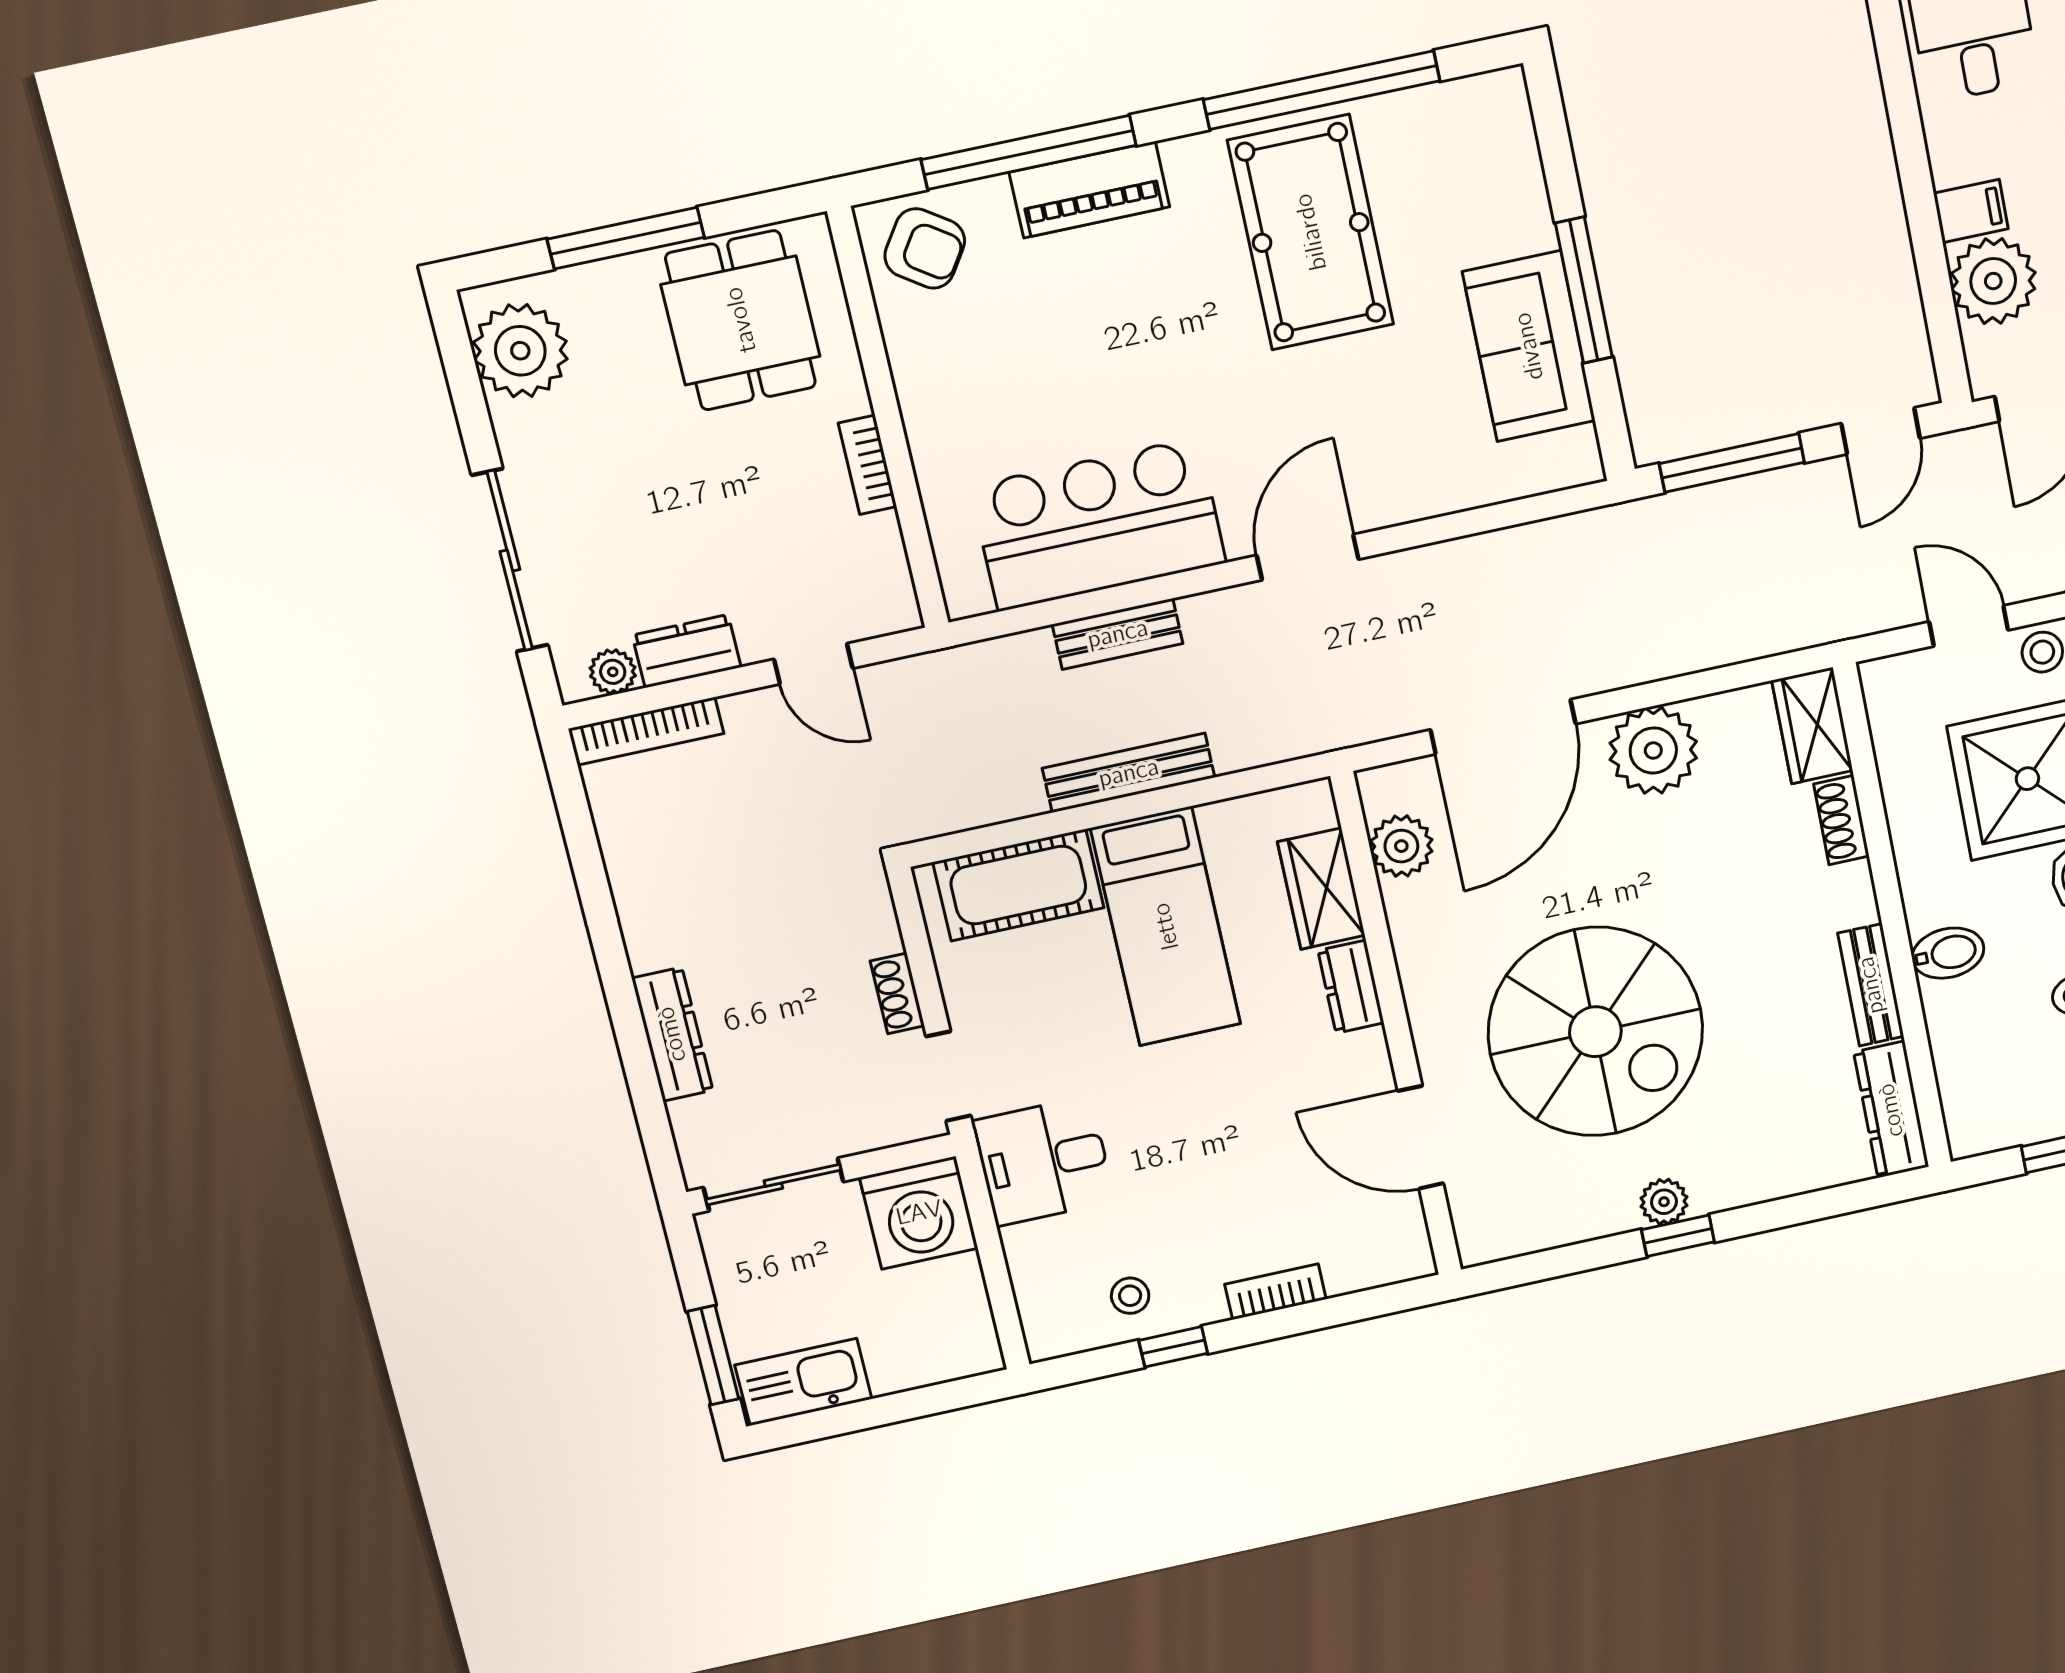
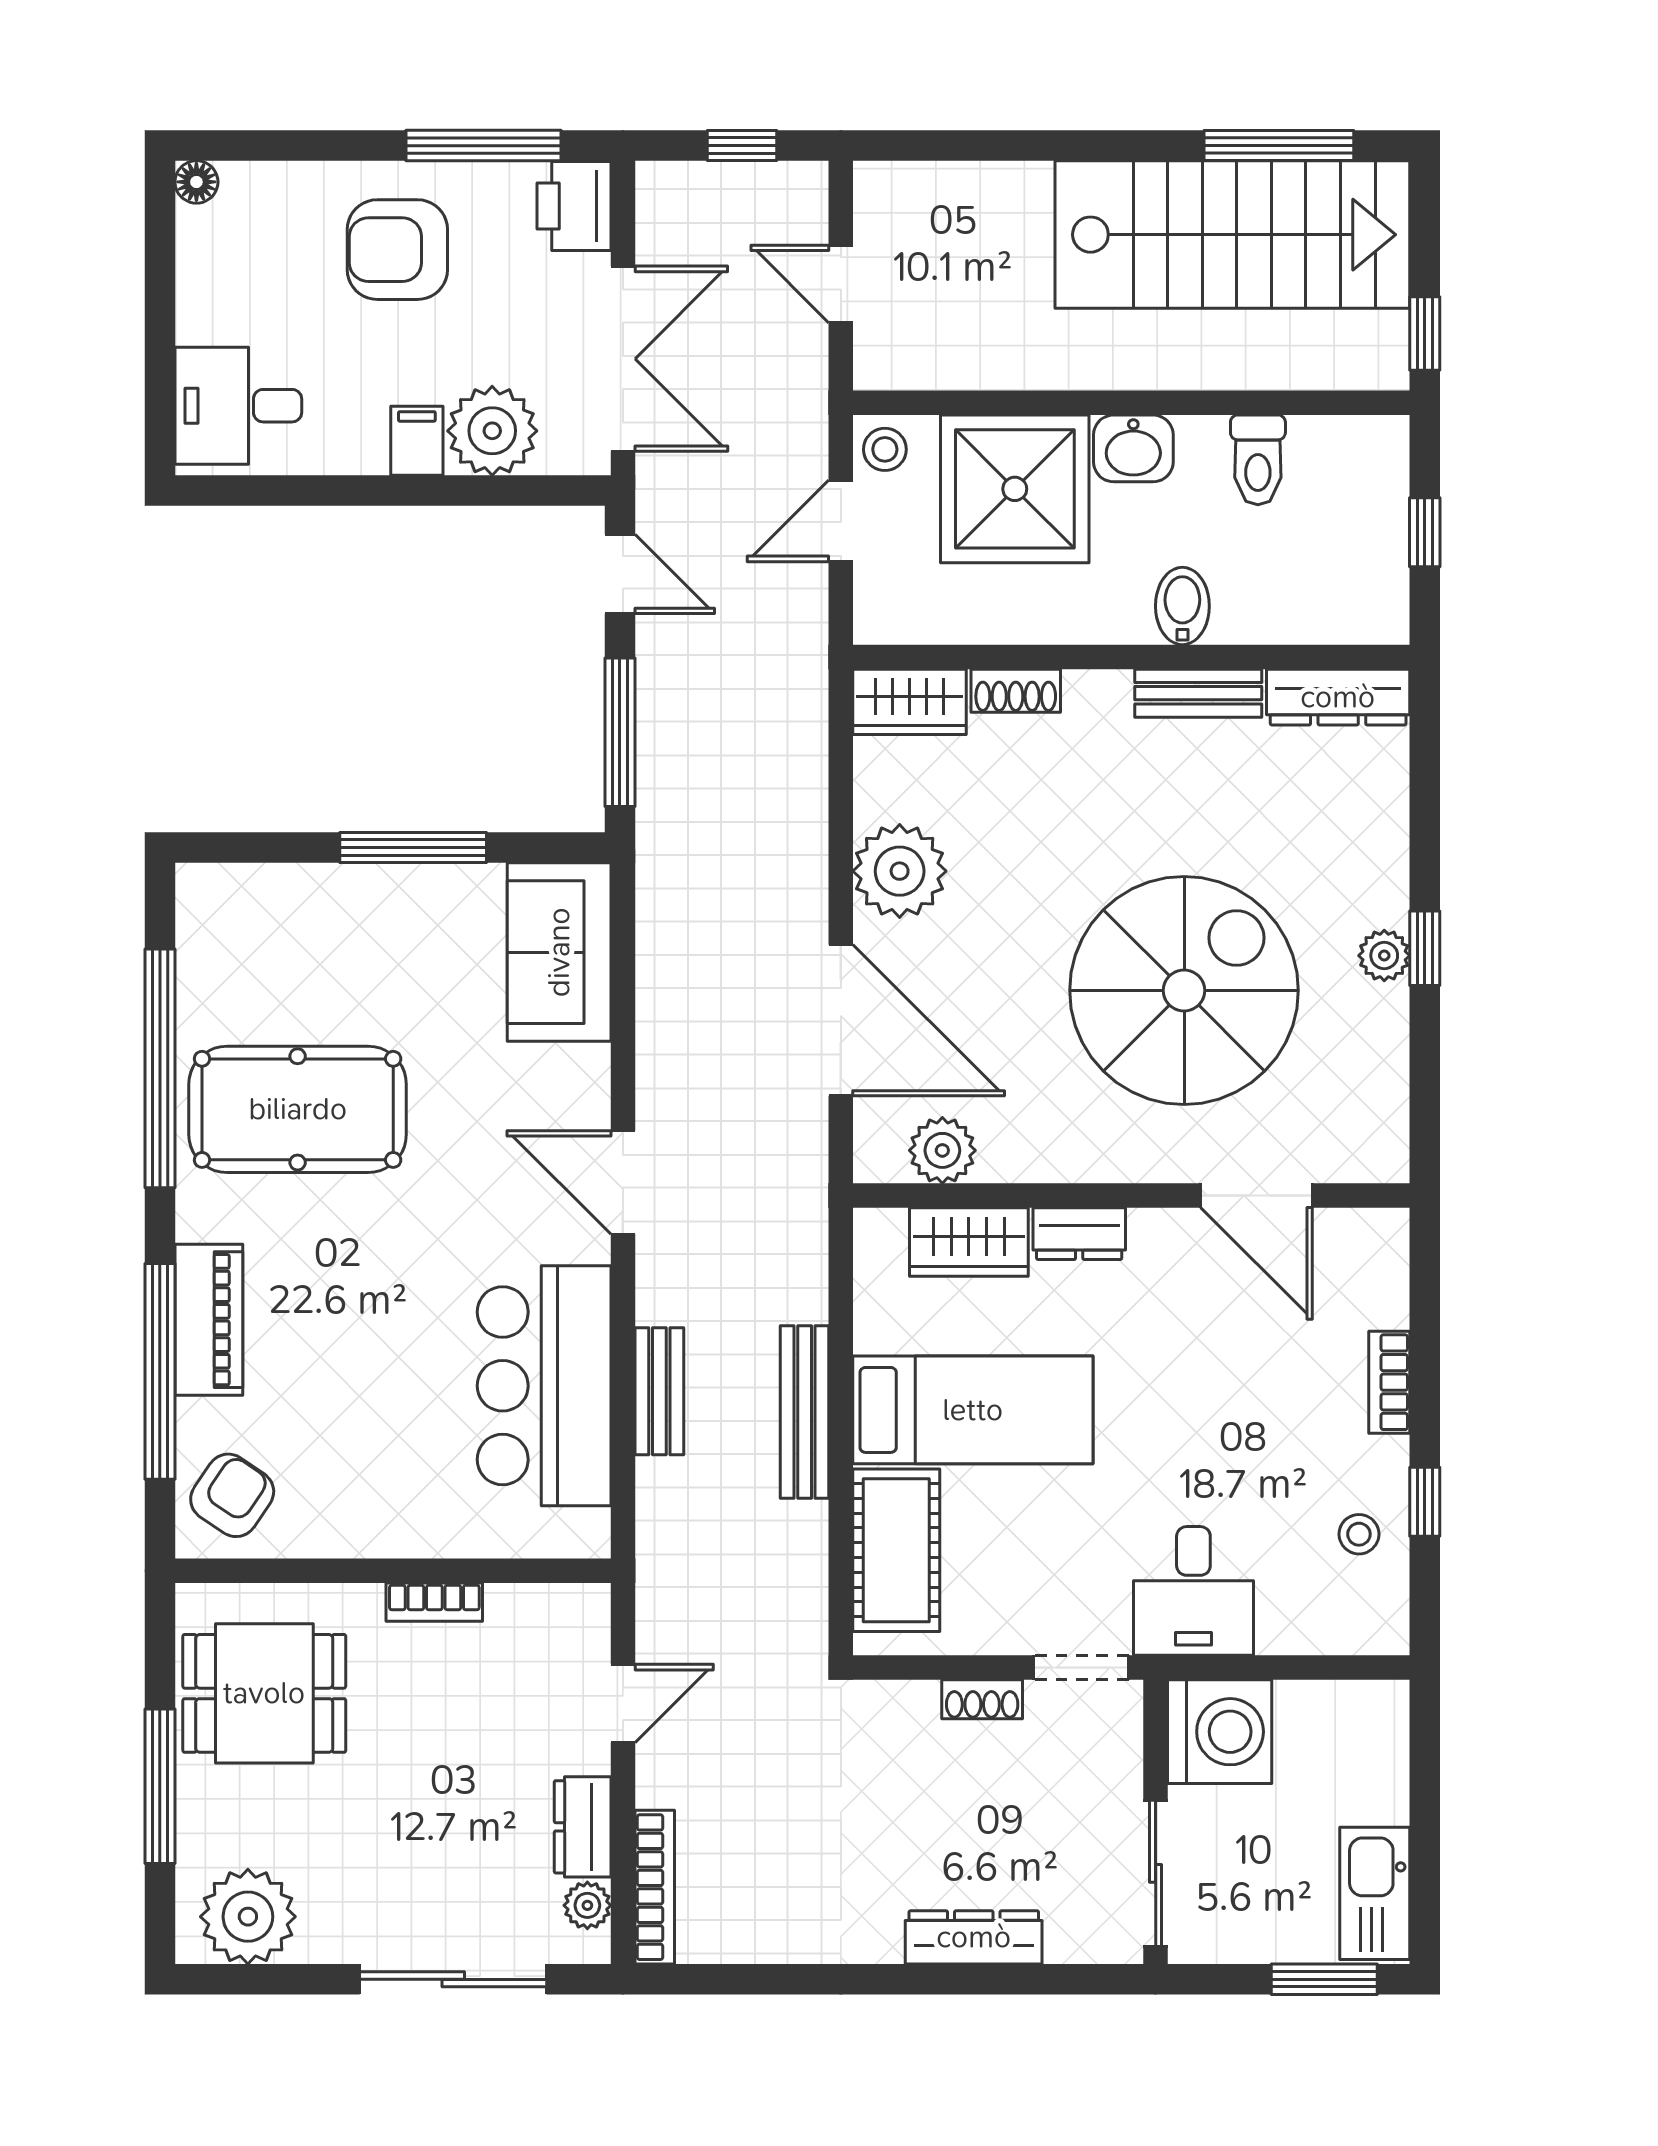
sofa: (1529, 346) -> (559, 952), moved, turned 90
door: (1421, 1137) -> (1257, 1196), hinge flipped

